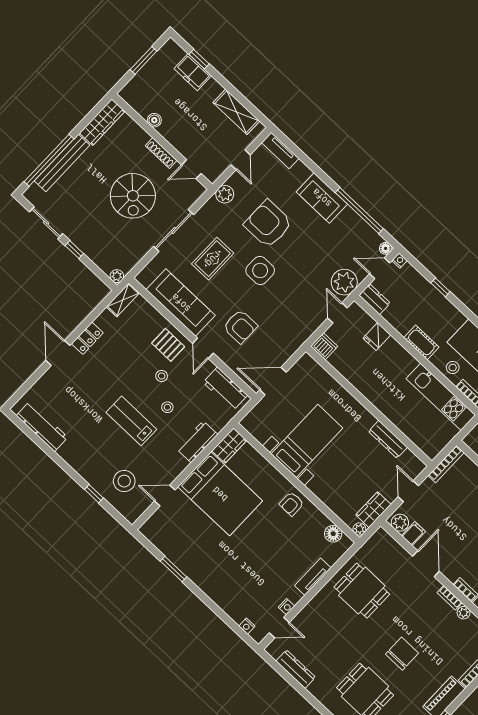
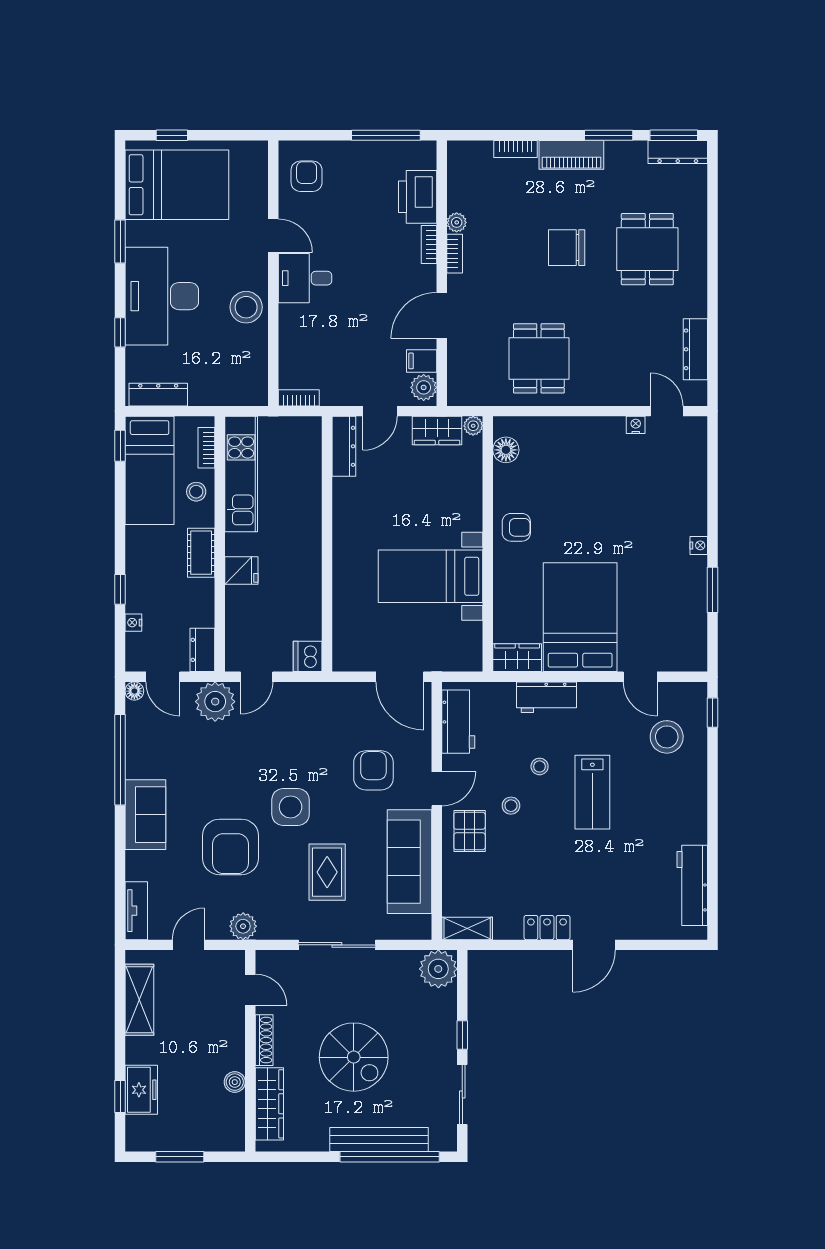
wardrobe: (102, 122) -> (269, 1104), moved, turned 90
spiral stairs: (133, 196) -> (354, 1057), moved, turned 90
rug: (213, 259) -> (327, 872), turned 90
nightstand: (399, 261) -> (133, 623), moved
plant: (117, 276) -> (438, 969), width x1.88, depth x1.88
fridge: (377, 337) -> (241, 571), moved
dresser: (388, 439) -> (344, 446), moved
bookcase: (446, 464) -> (299, 398), width x0.64
window: (94, 494) -> (713, 713), moved
tv unit: (313, 577) -> (575, 427), removed
nightstand: (247, 626) -> (699, 545), moved

